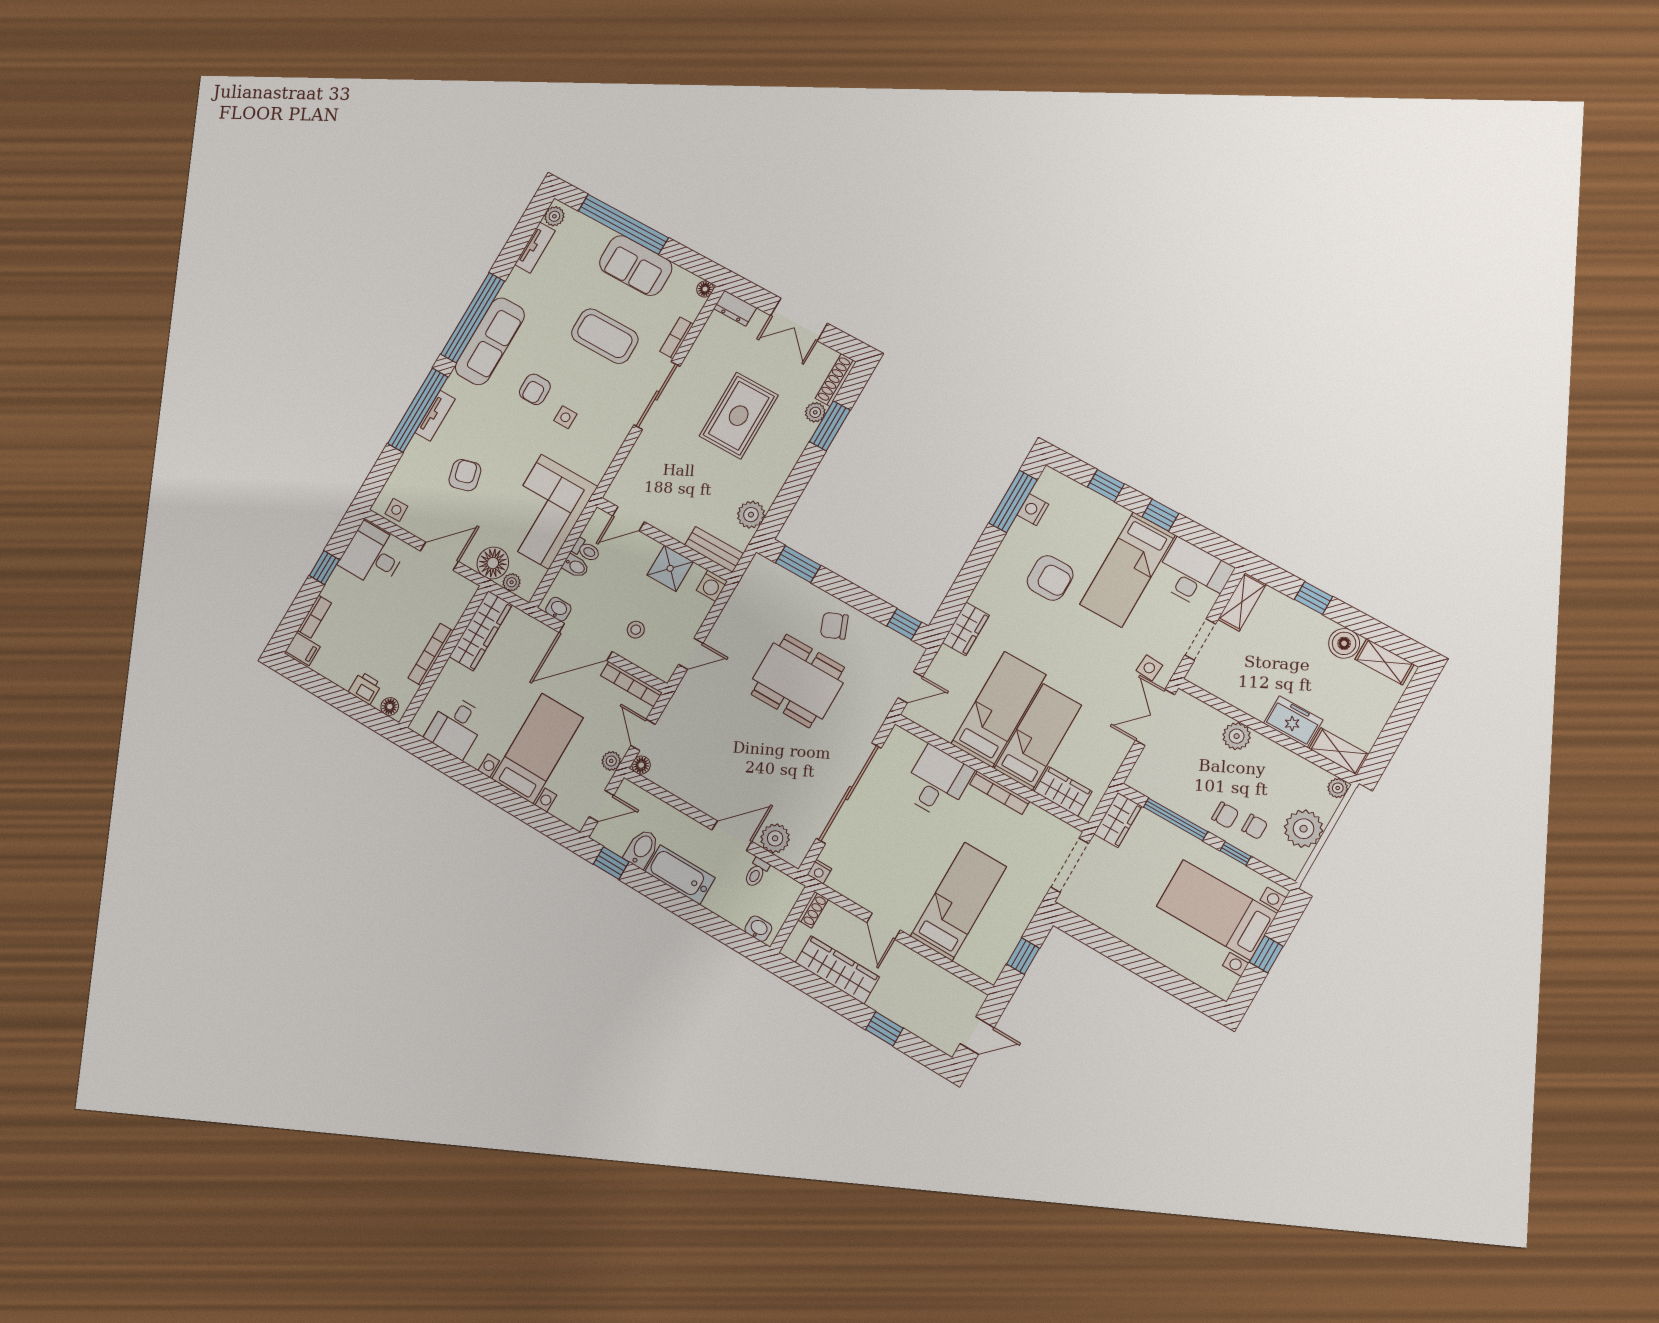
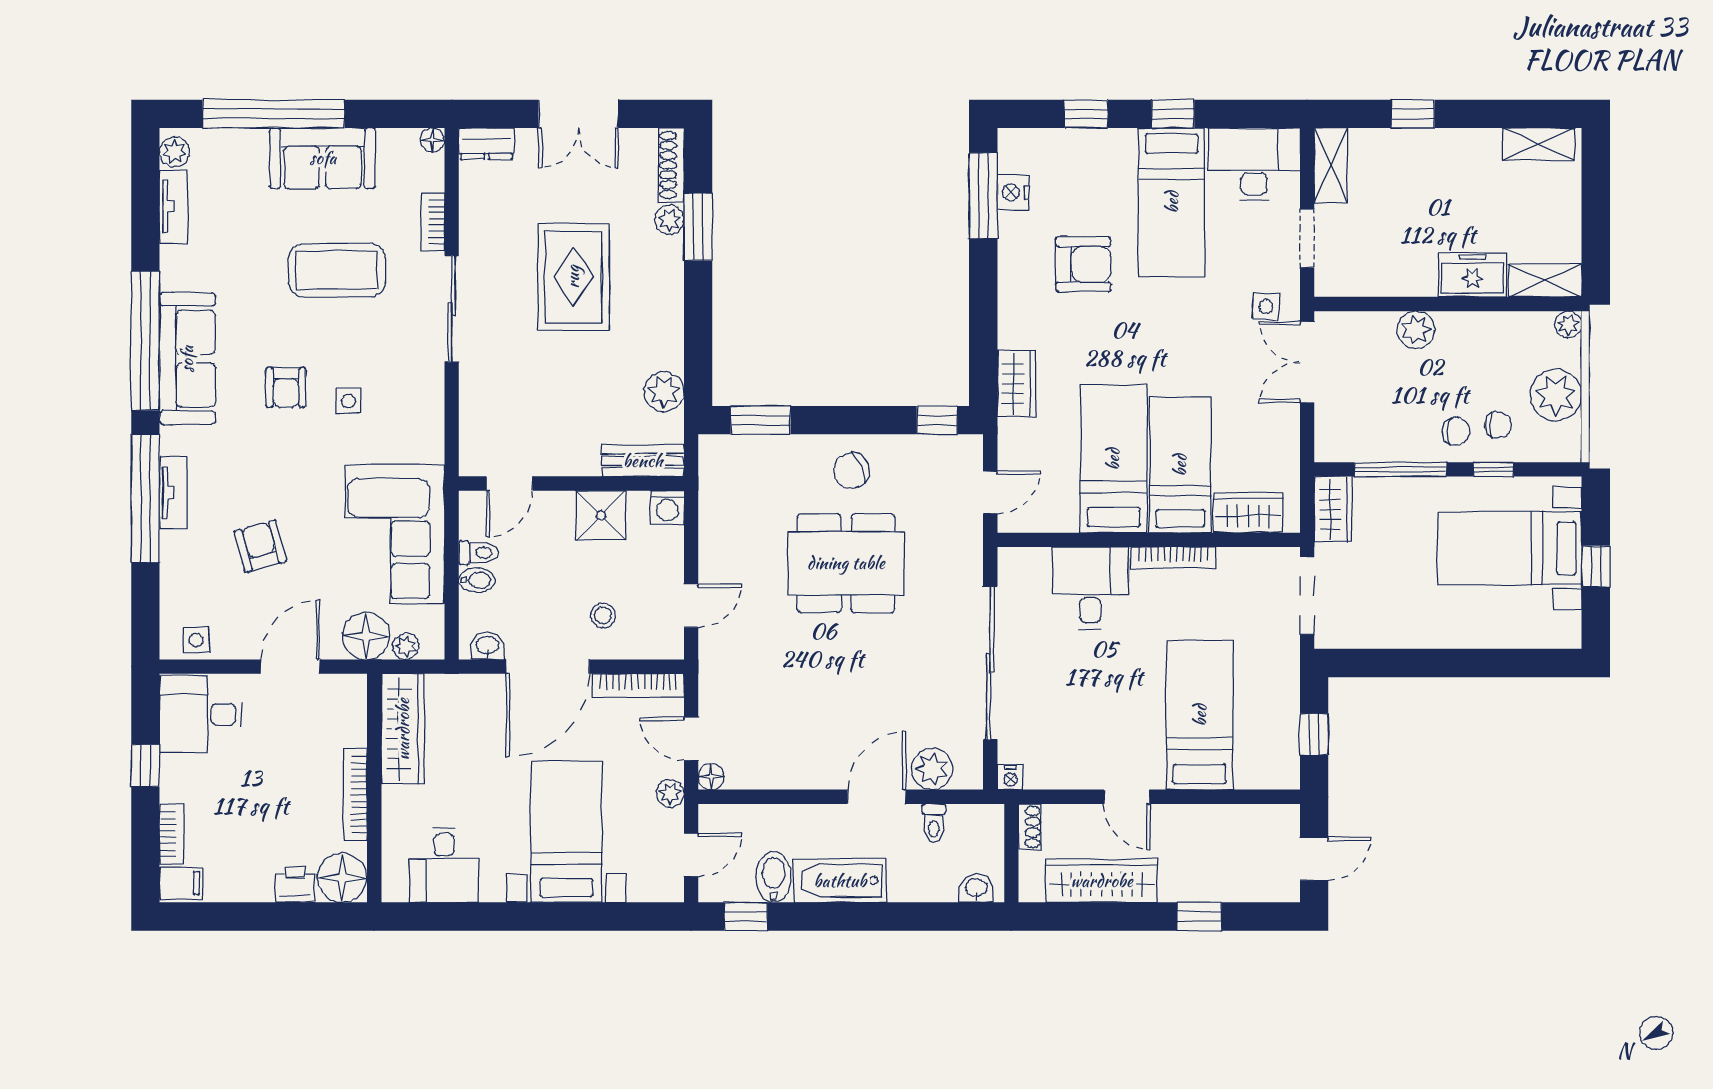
boiler: (1344, 643) -> (1479, 148), removed
floor lamp: (390, 707) -> (342, 878), width x1.89, depth x1.89

